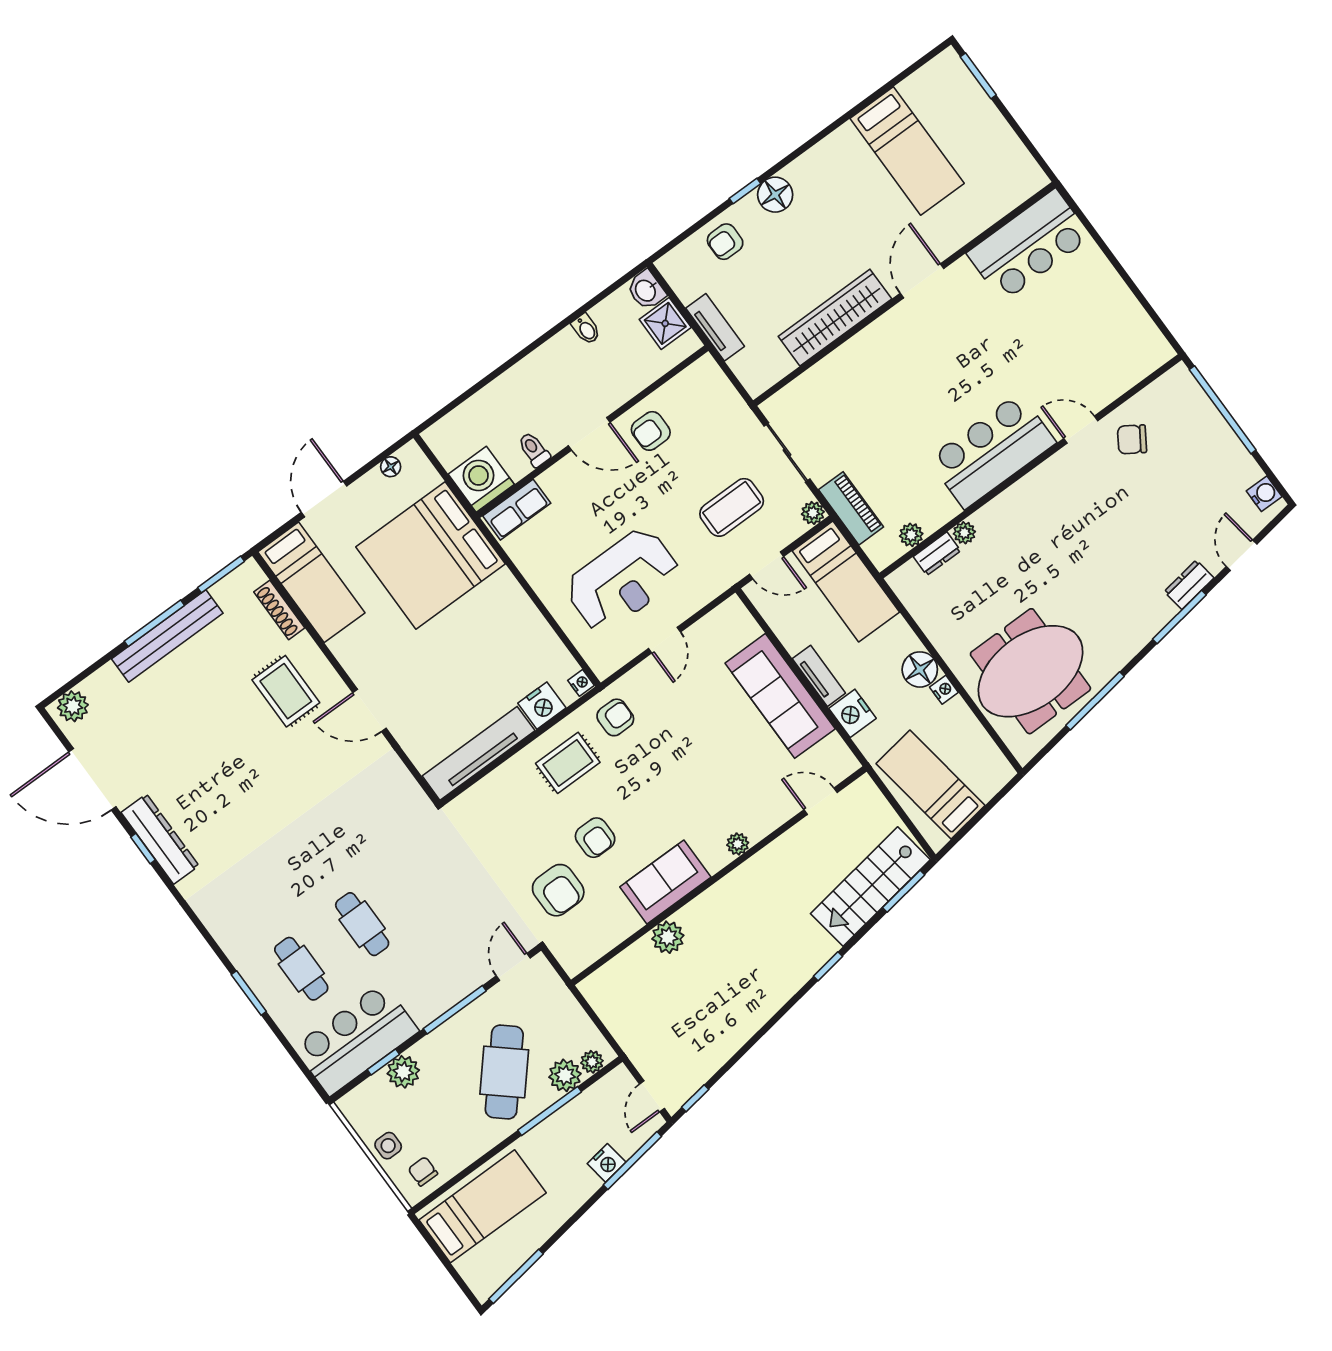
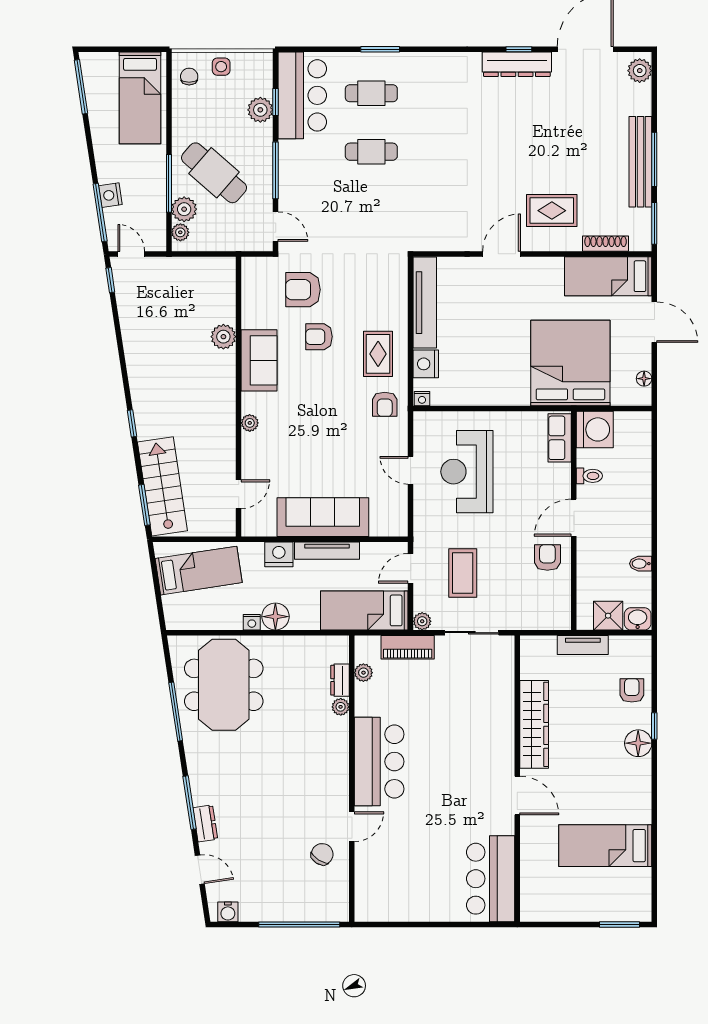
tv unit: (819, 676) -> (327, 551), width x1.41
chair: (423, 1171) -> (189, 77), turned -90

